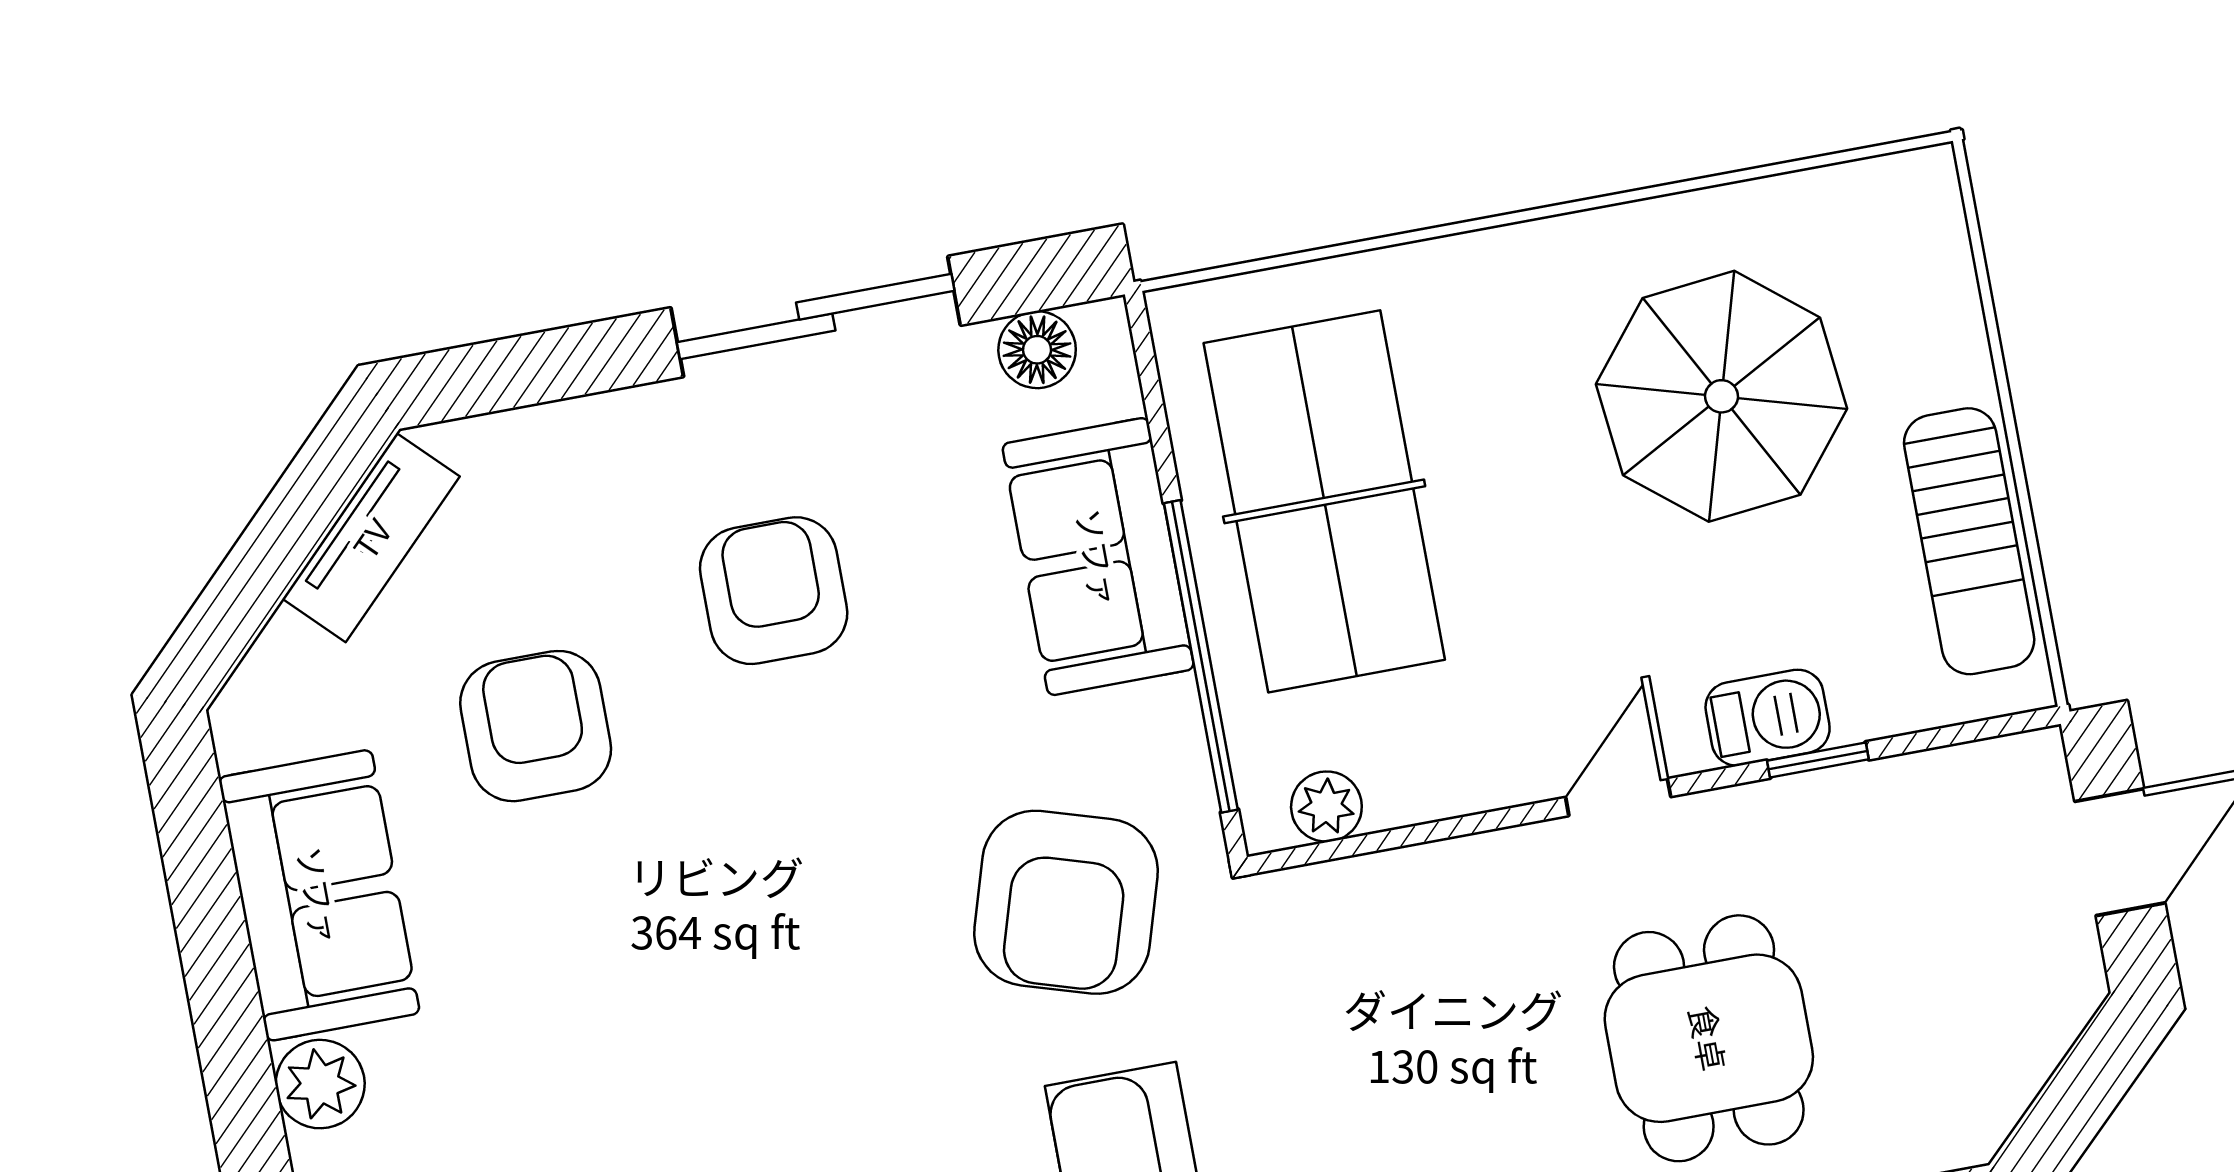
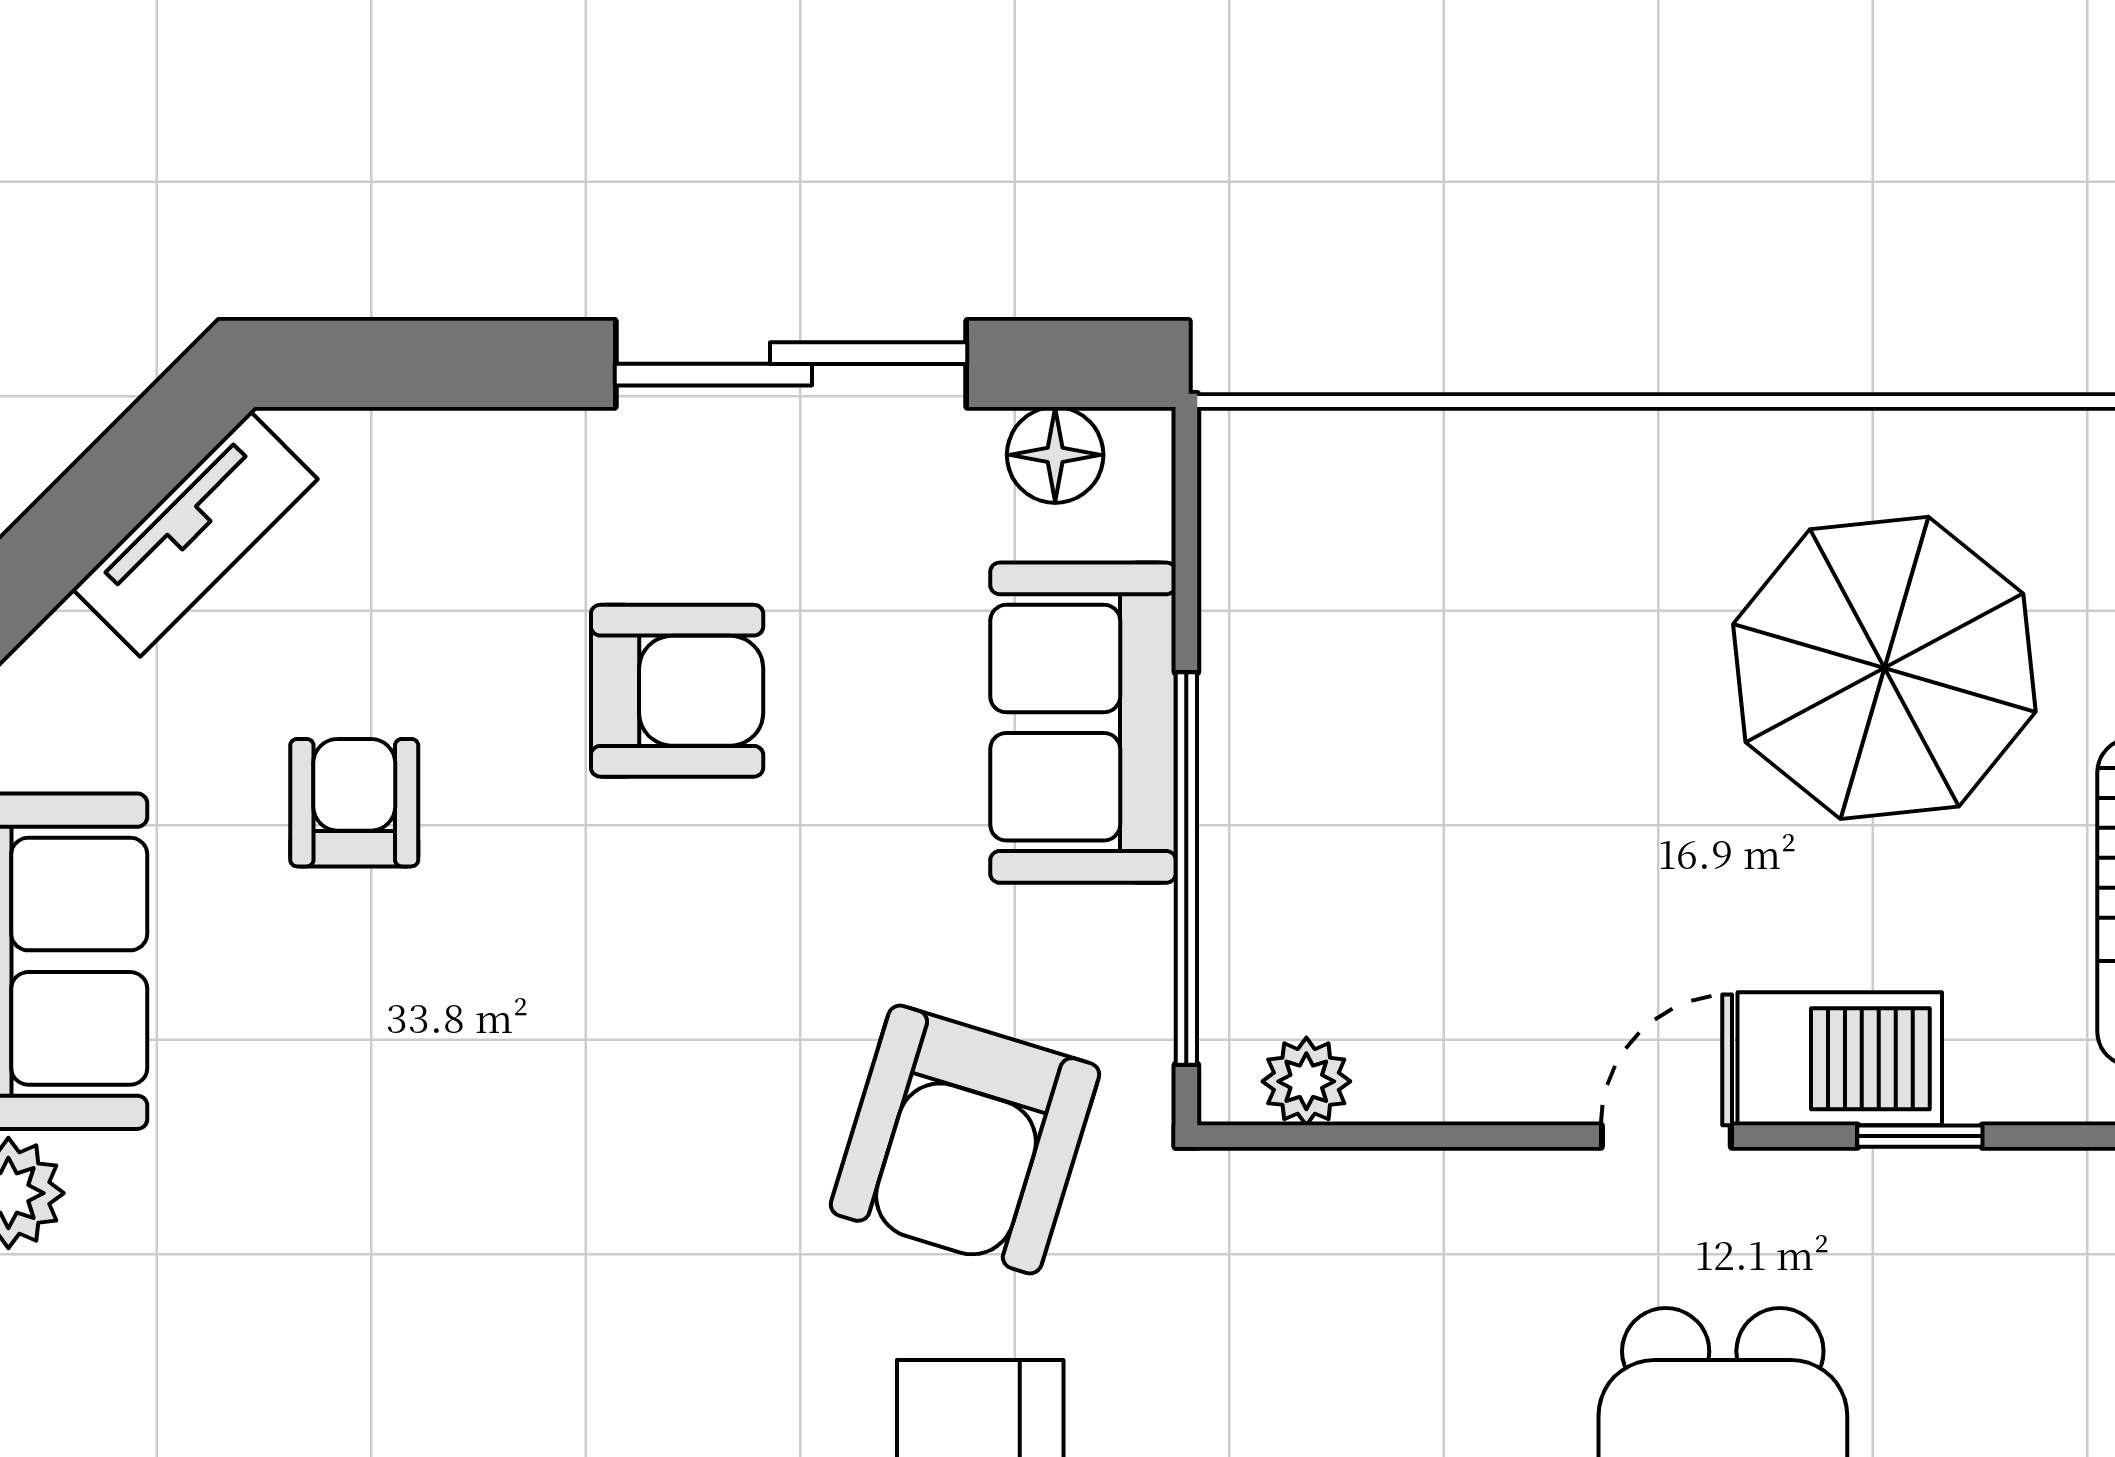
table tennis table: (1324, 501) -> (1373, 706), removed
armchair: (774, 591) -> (677, 691), turned 90
barbecue: (1768, 718) -> (1840, 1059), width x1.38, depth x1.27
armchair: (536, 726) -> (354, 803), width x0.72, depth x0.72

